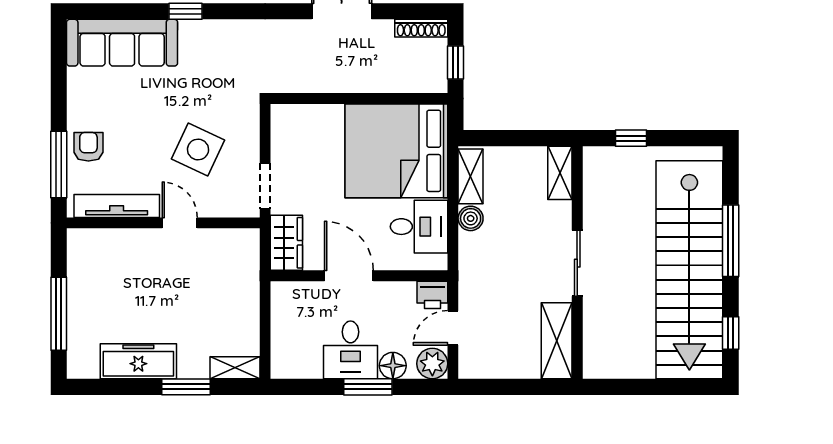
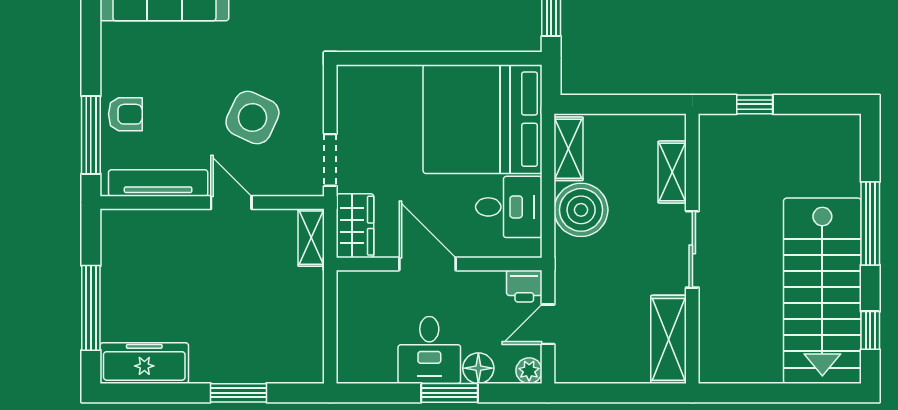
armchair: (88, 147) -> (125, 114), turned 90
shelving: (560, 173) -> (672, 172), moved
boiler: (471, 218) -> (581, 210), width x1.86, depth x1.86
stairs: (689, 270) -> (822, 291), width x0.73
freezer: (138, 361) -> (144, 363), moved
plant: (432, 364) -> (529, 371), width x0.73, depth x0.73
shelving: (235, 368) -> (311, 238), moved, turned 90

